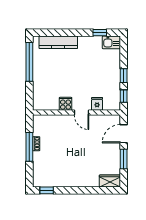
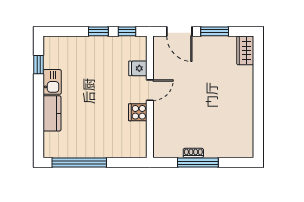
kitchen counter: (58, 42) -> (52, 113), width x0.67
kitchen sink: (111, 42) -> (52, 82), moved
window: (47, 190) -> (258, 139), removed

